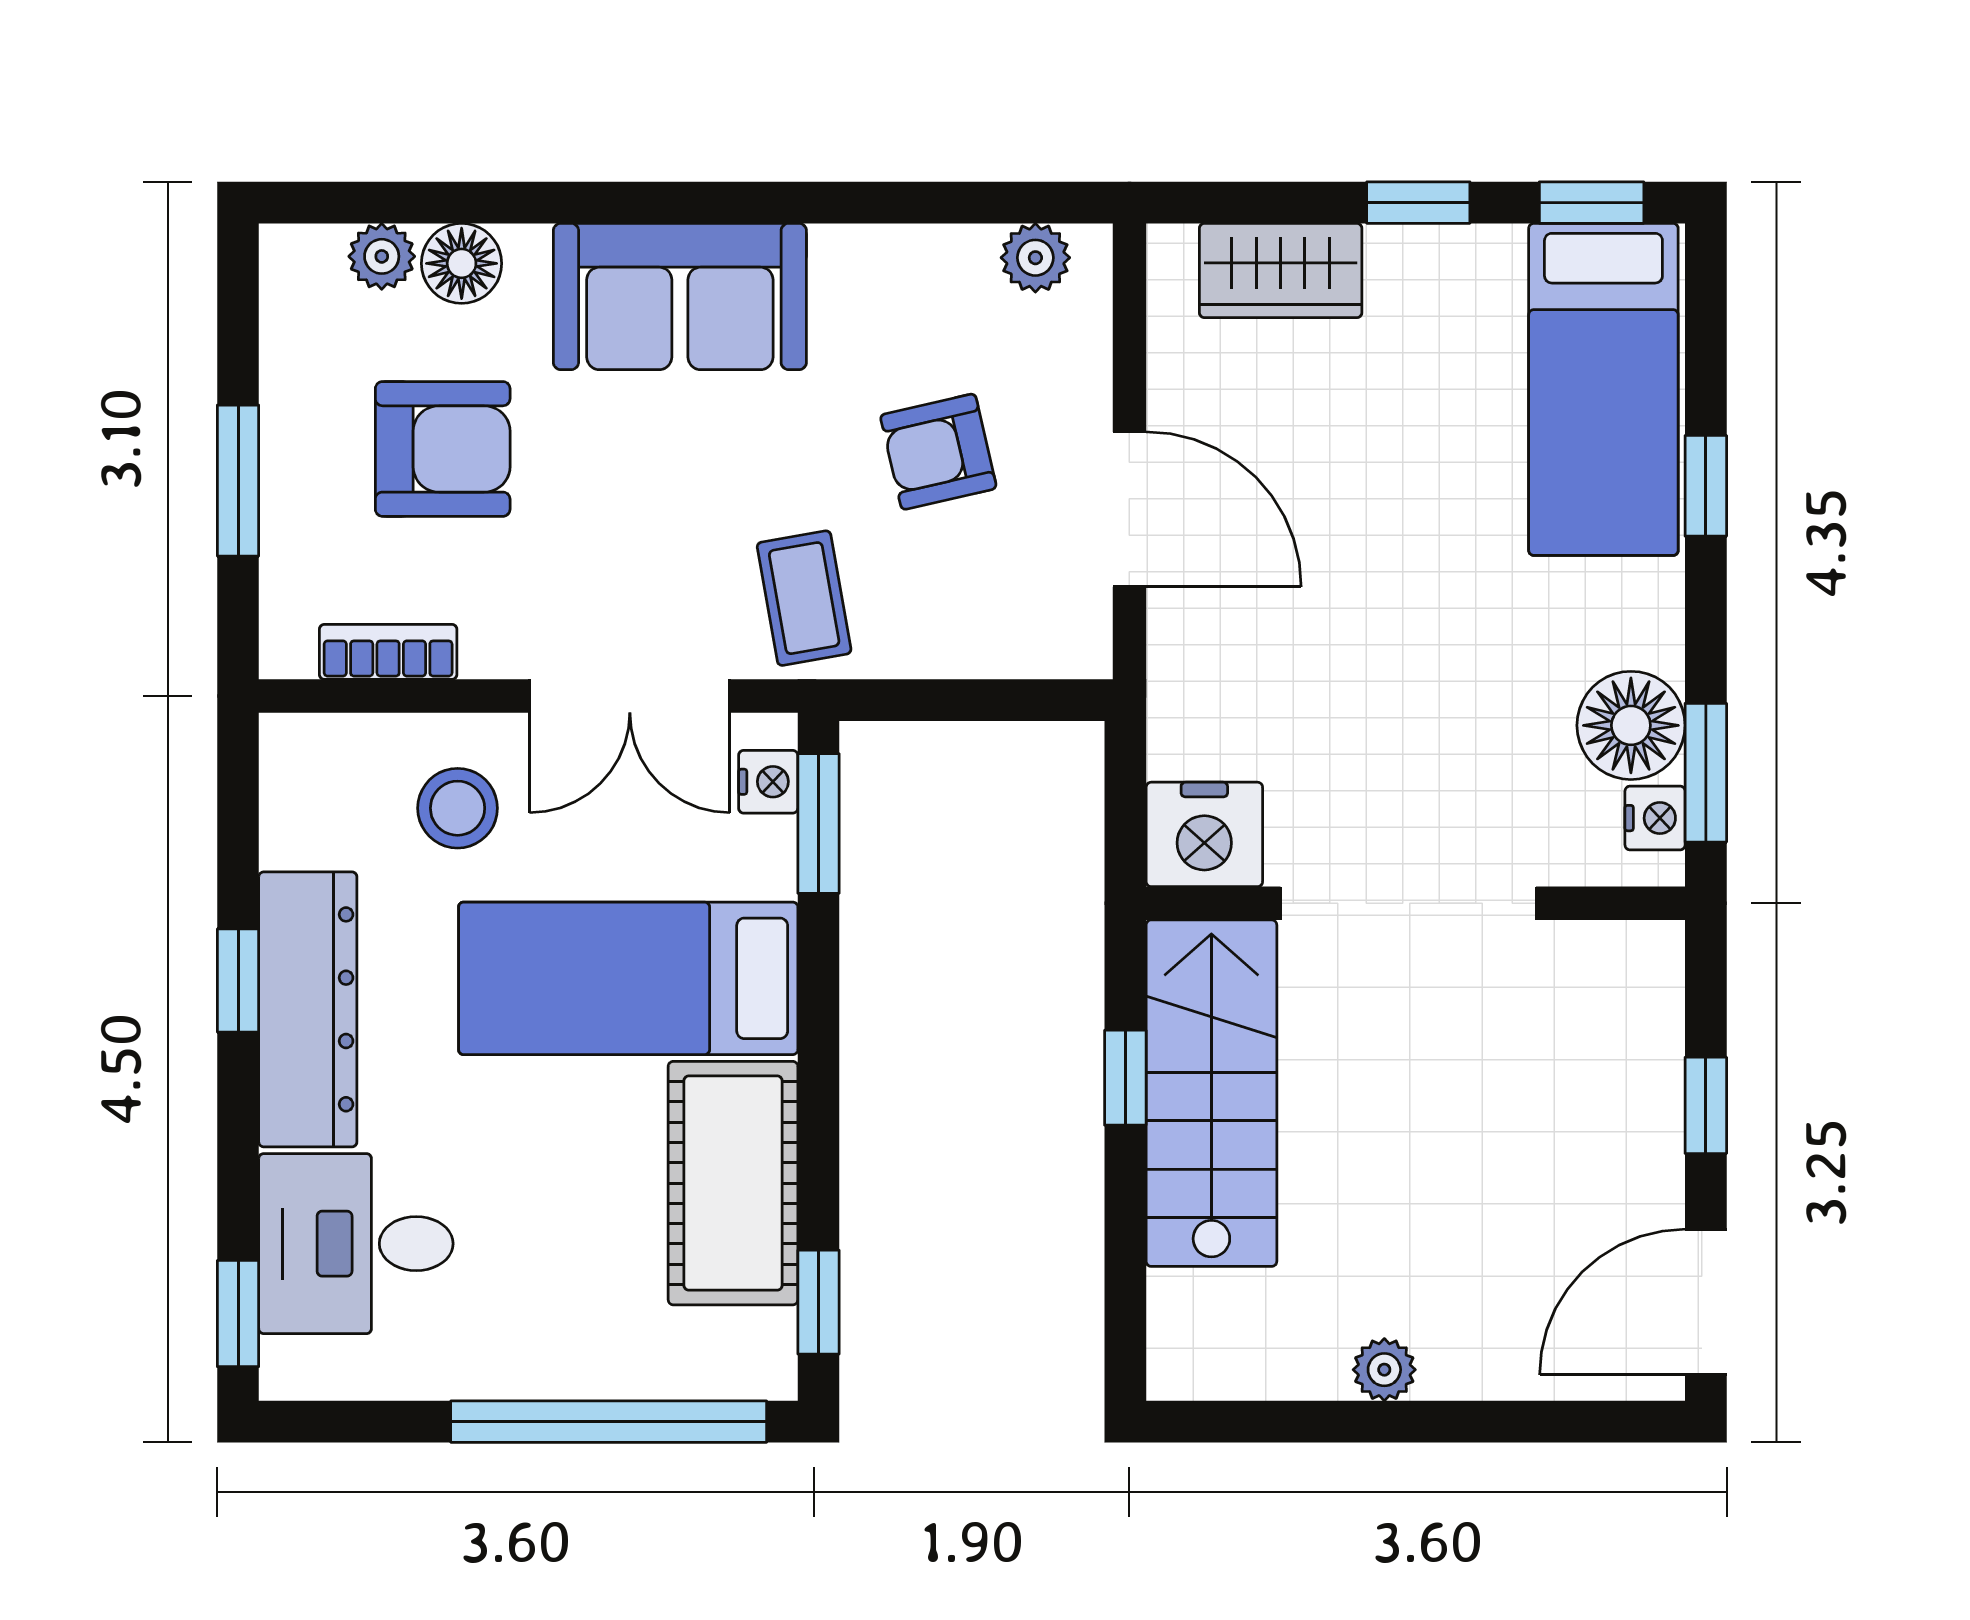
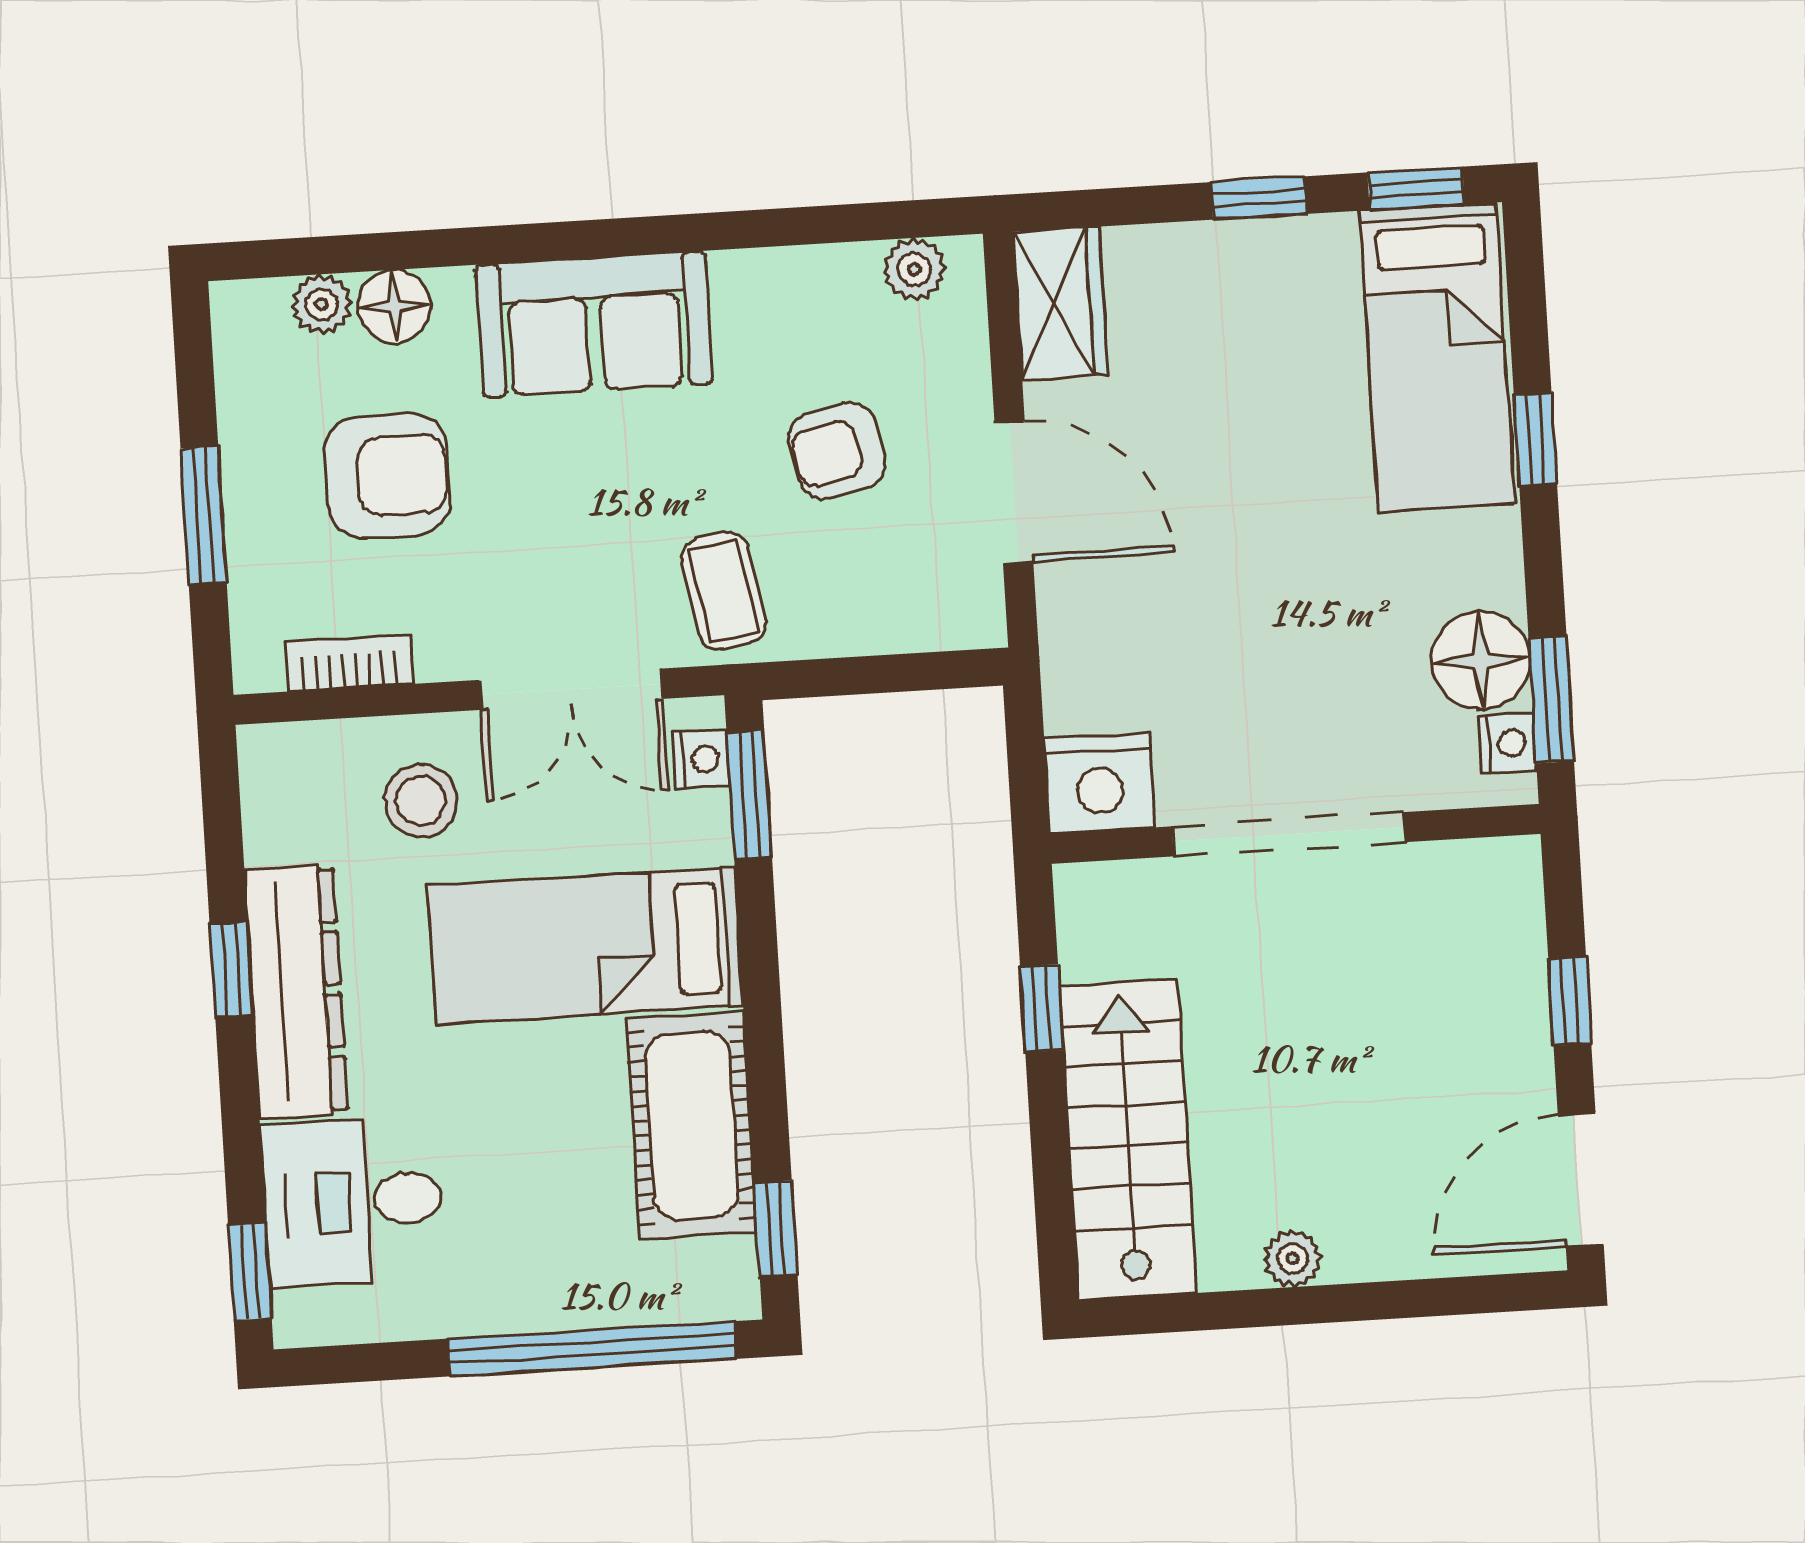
wardrobe: (1281, 270) -> (1060, 303), moved, turned -90
stairs: (1211, 1093) -> (1128, 1139), moved

